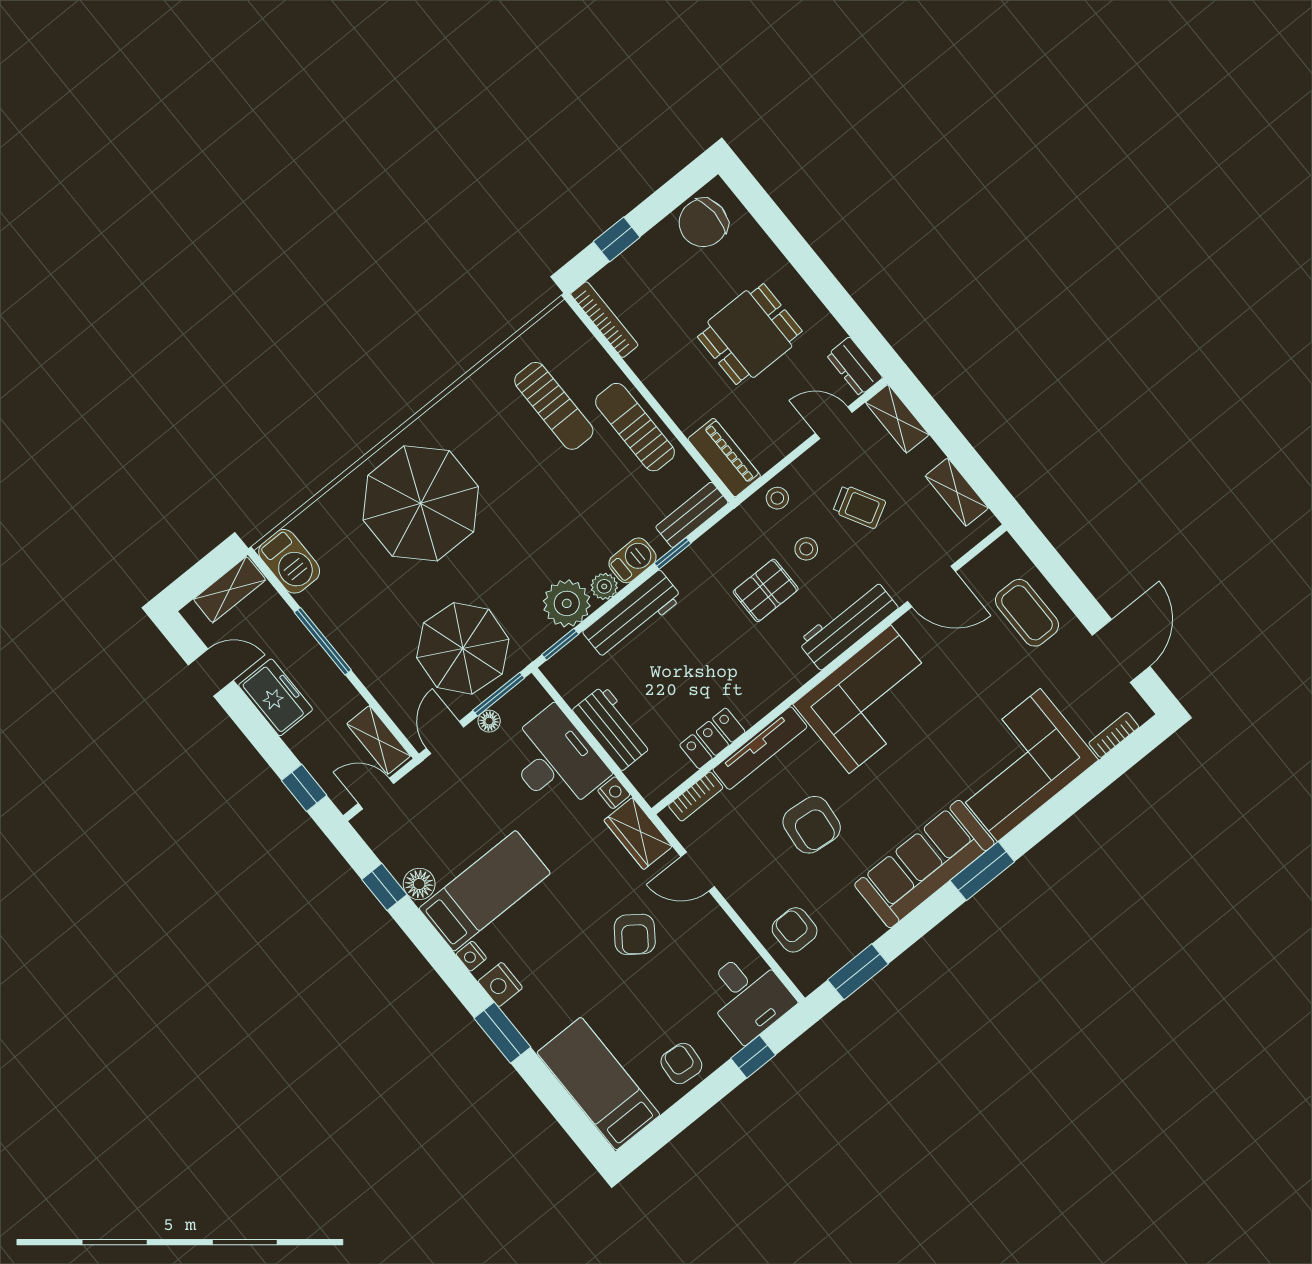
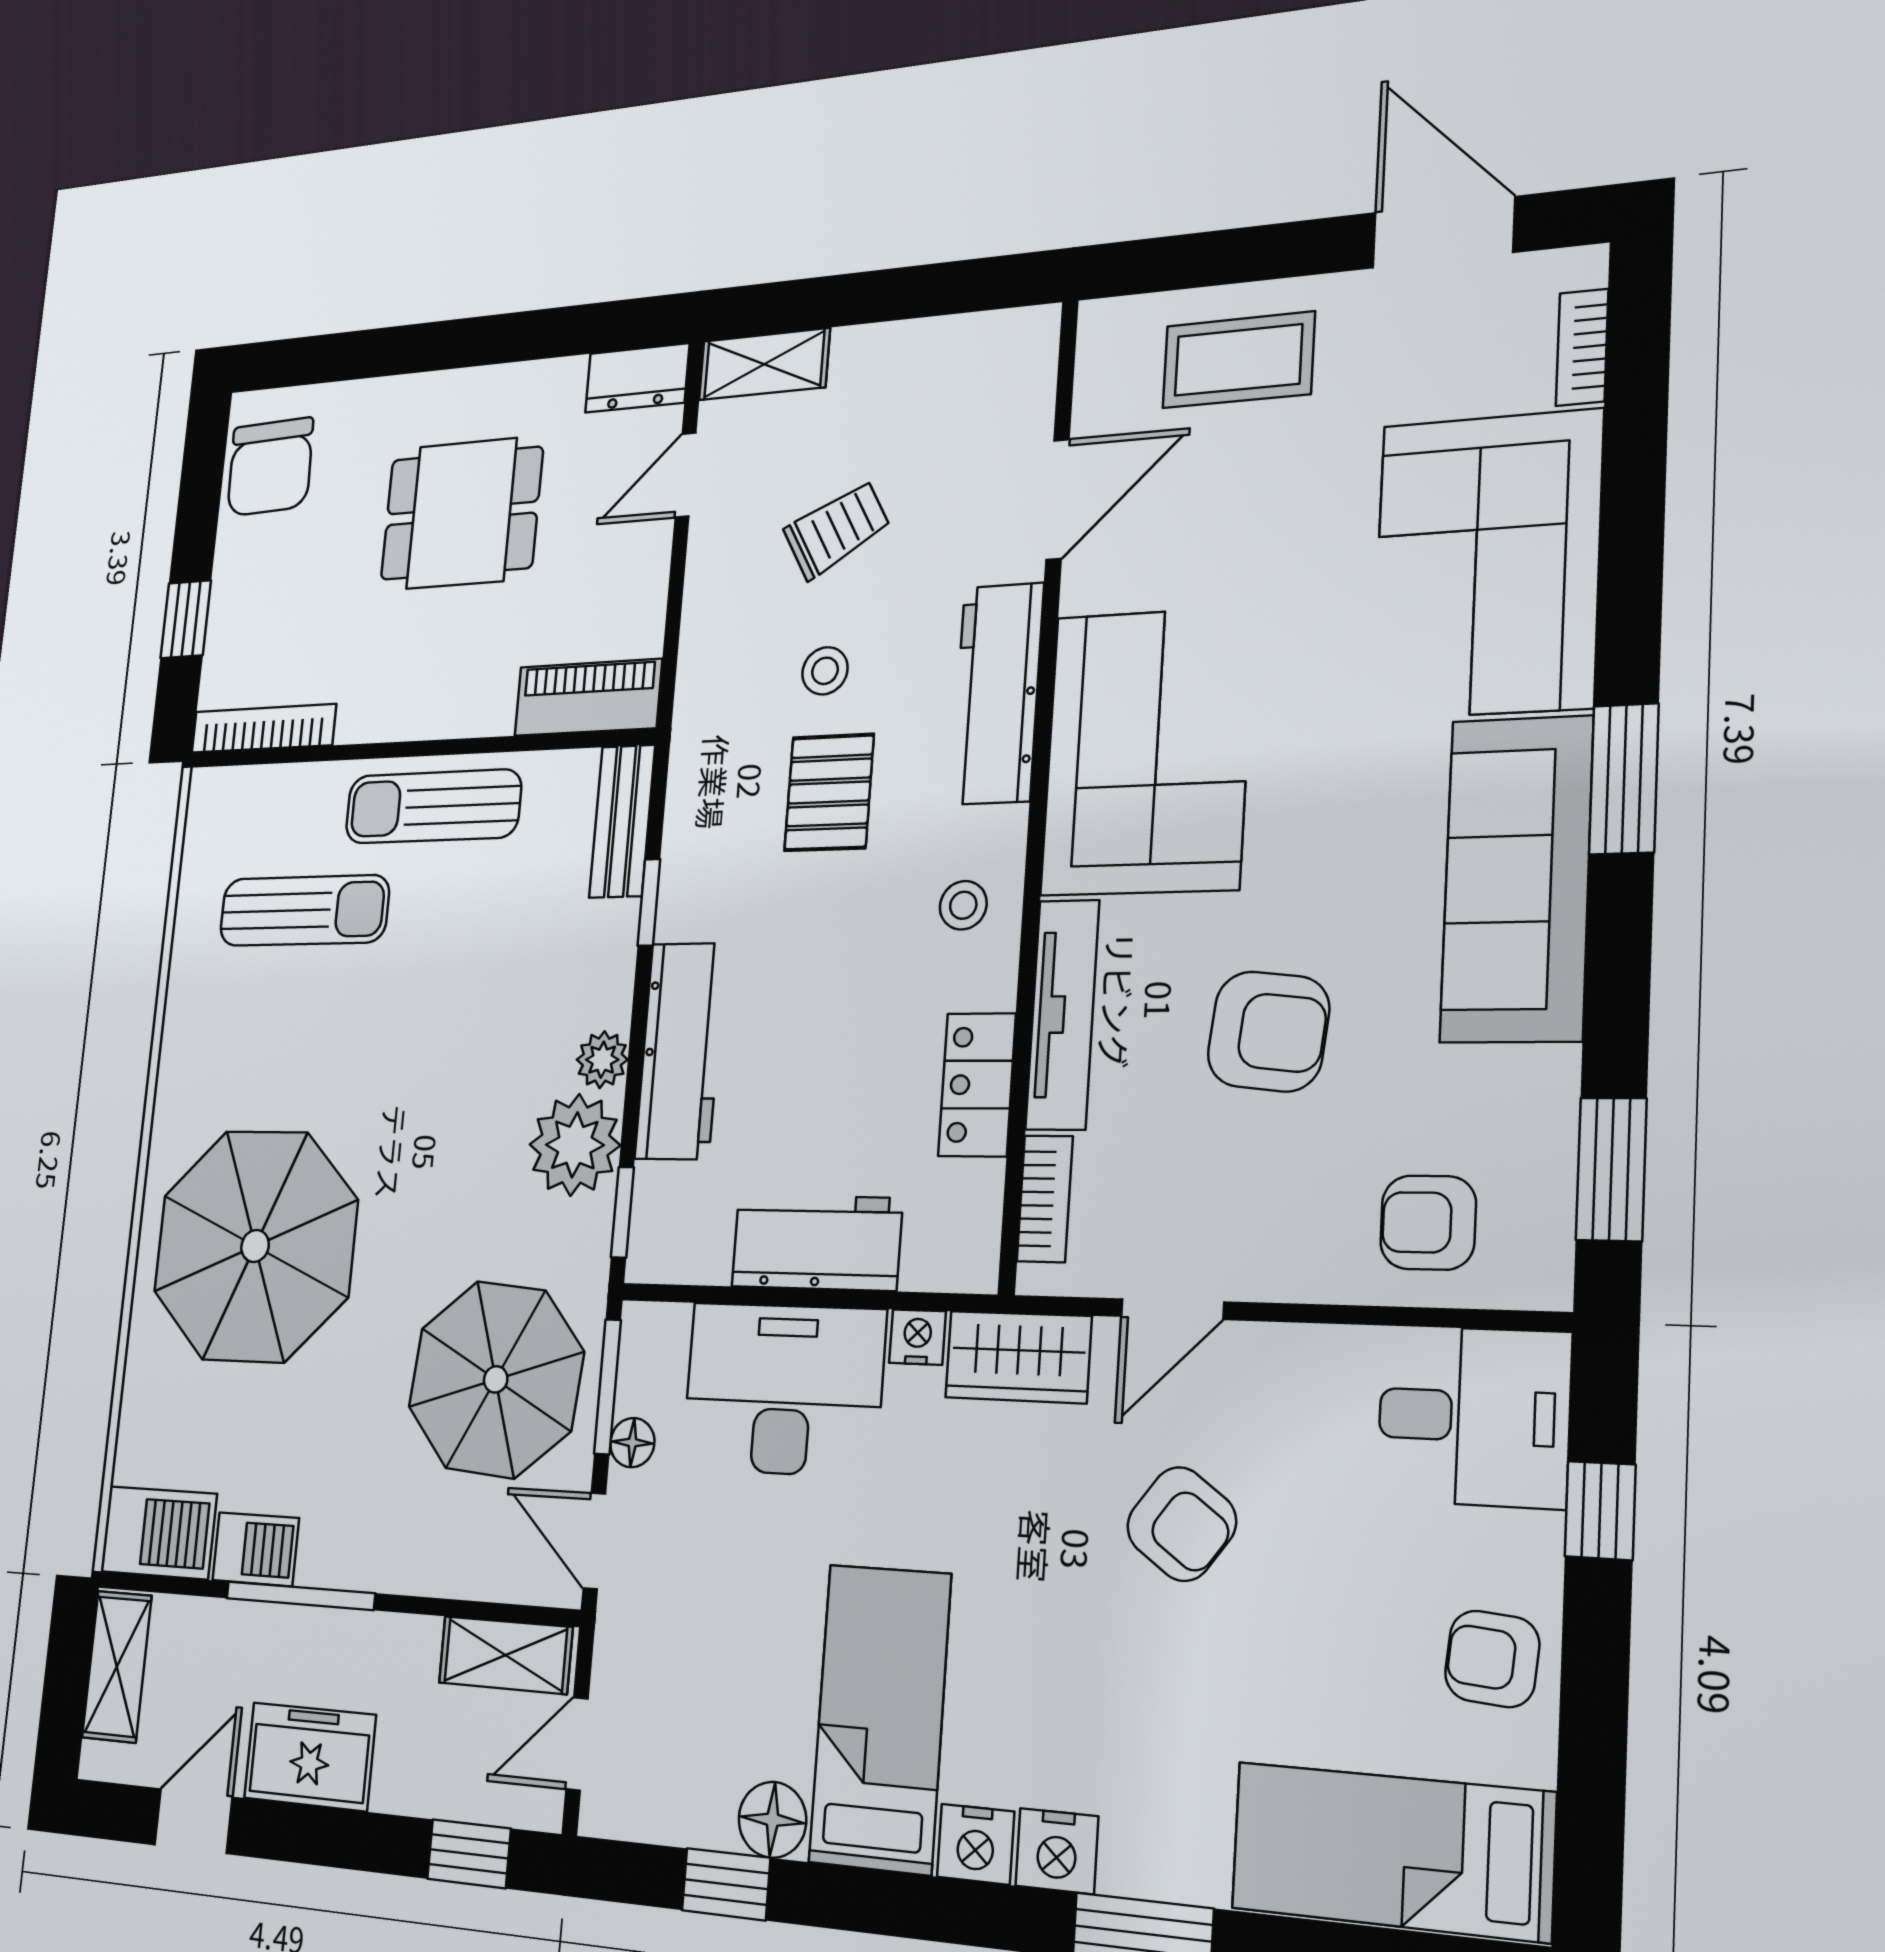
dining table: (750, 334) -> (462, 513), turned 90
shelving: (957, 492) -> (950, 345), removed
stool: (777, 498) -> (963, 905), moved
barbecue: (633, 560) -> (256, 1549), moved, turned 90
nightstand: (471, 956) -> (976, 1844), width x1.39, depth x1.35

